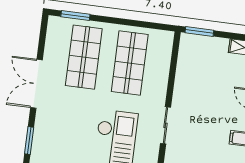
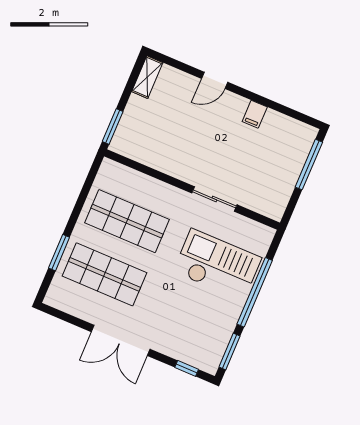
window: (75, 15) -> (59, 253), moved
window: (29, 141) -> (187, 368), width x0.67

